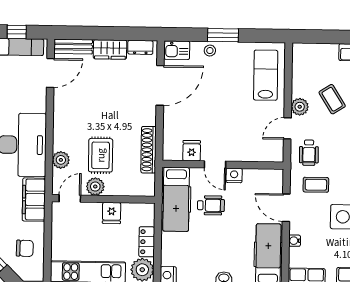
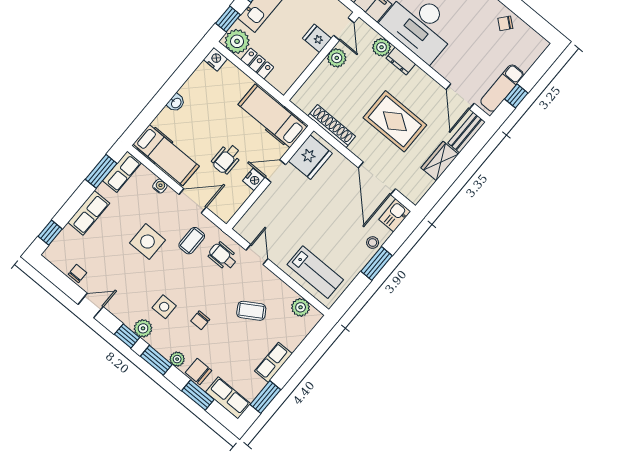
dresser: (140, 47) -> (401, 61), moved, turned -90
plant: (300, 107) -> (301, 307), moved
fridge: (192, 151) -> (310, 157), width x1.88, depth x1.34
rug: (101, 155) -> (395, 121), moved, width x1.36, depth x1.43
wheelchair: (211, 205) -> (227, 159), moved
fridge: (112, 213) -> (317, 38), moved

